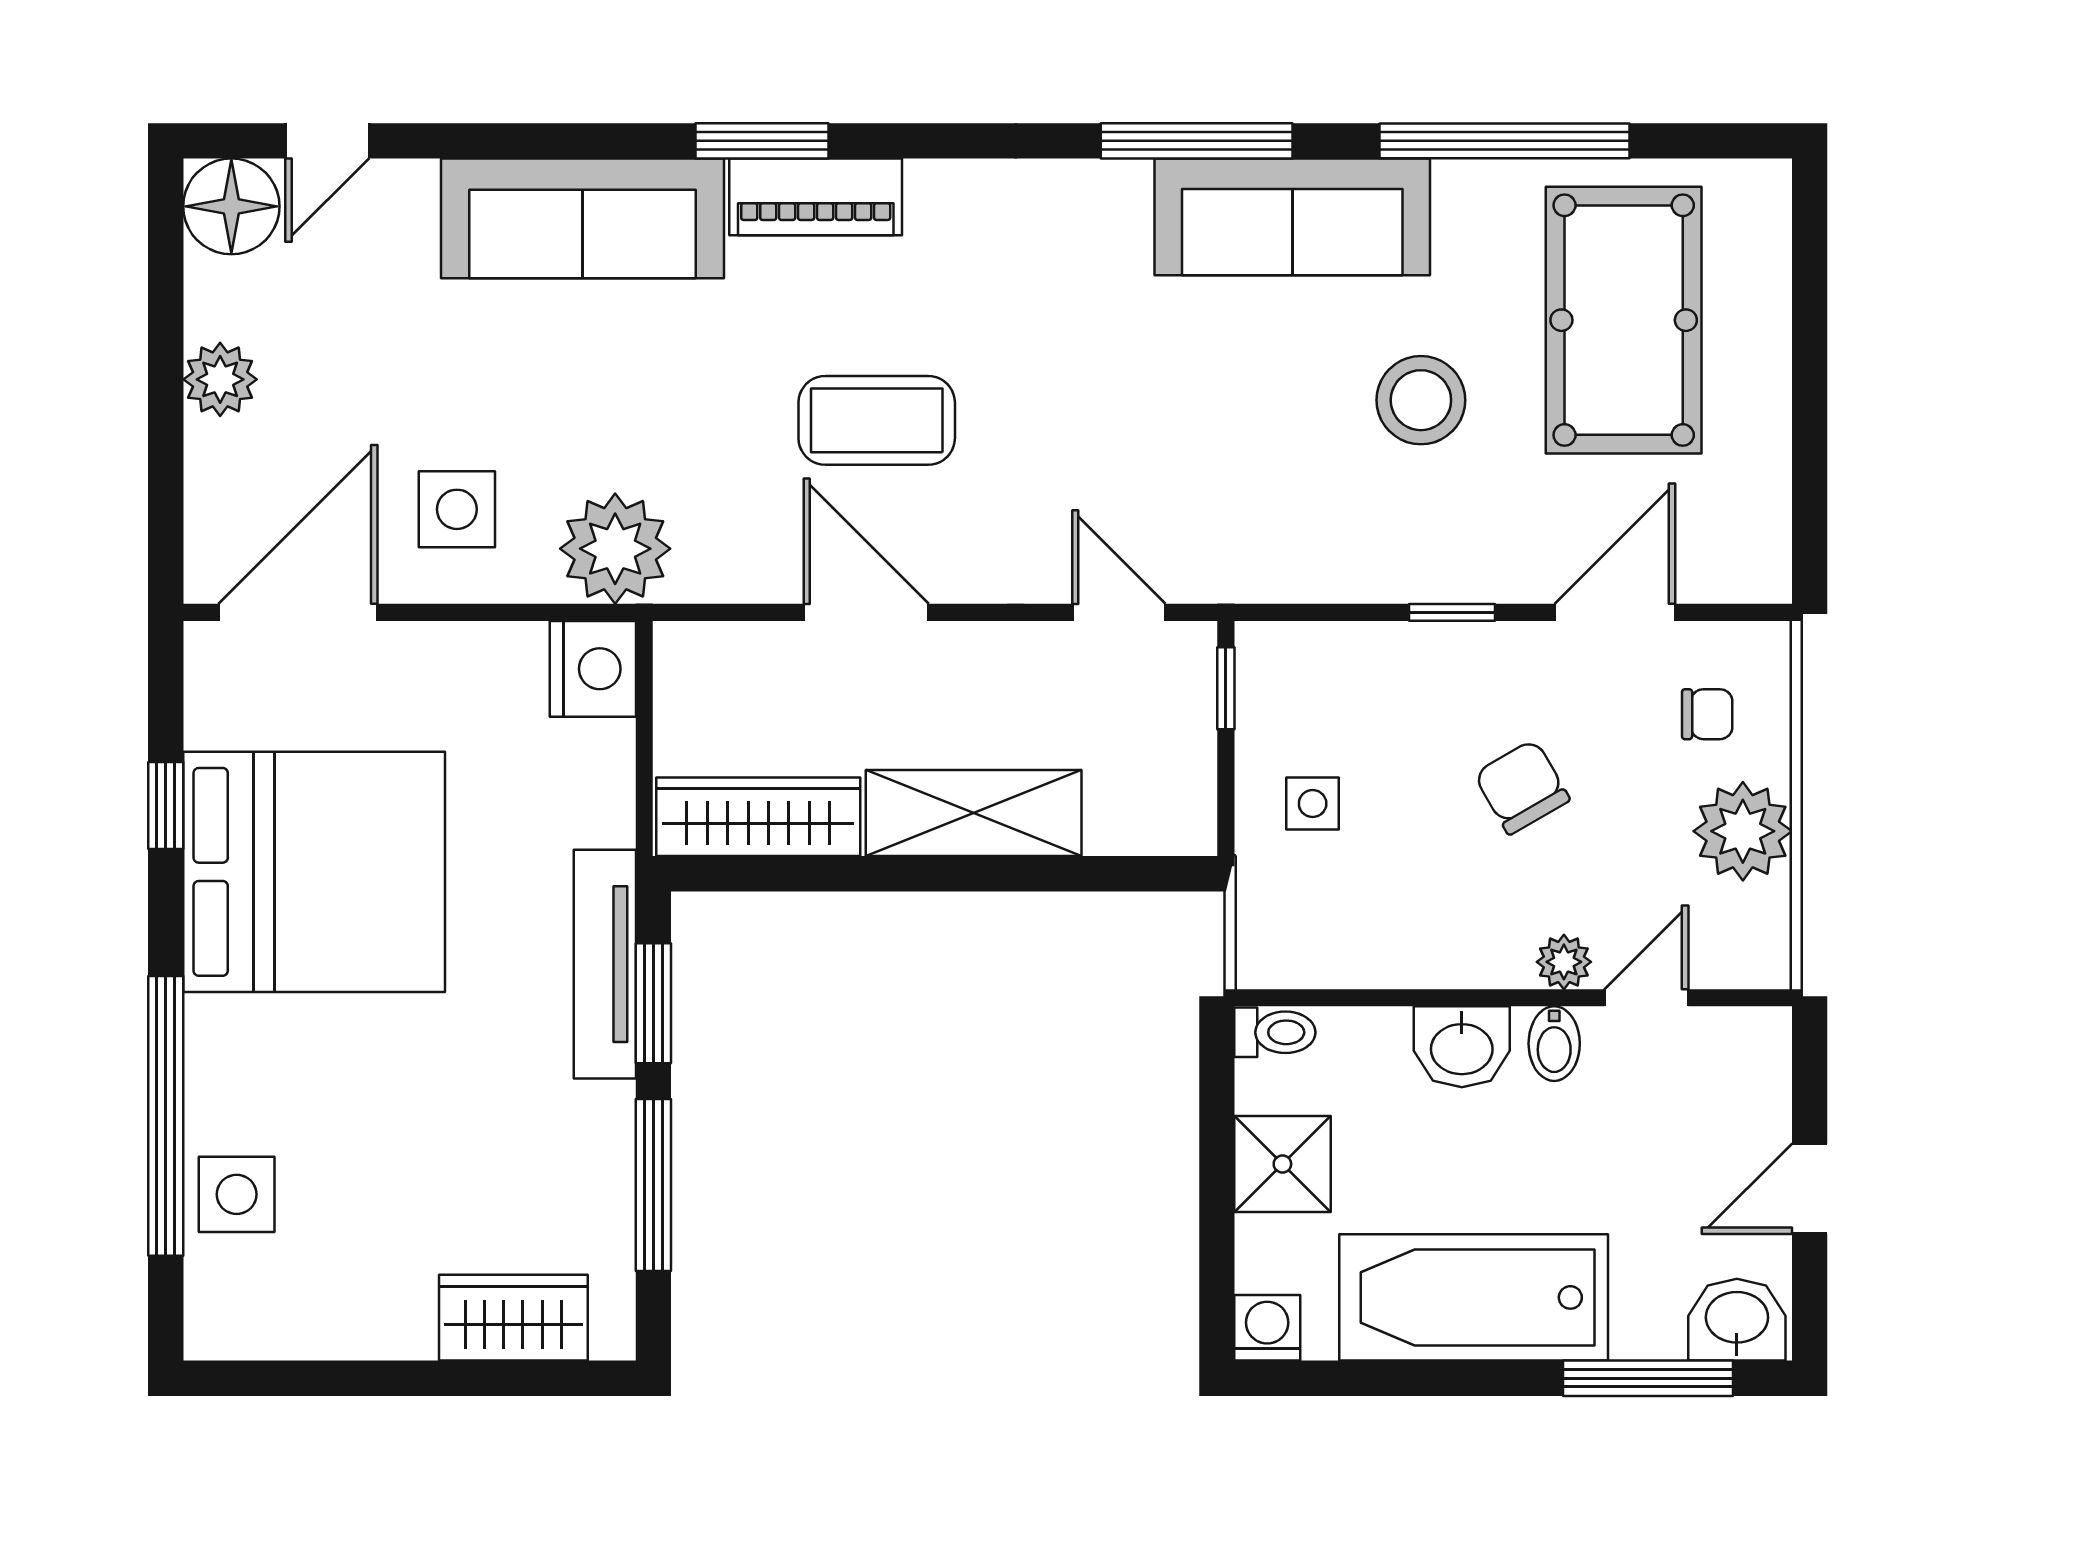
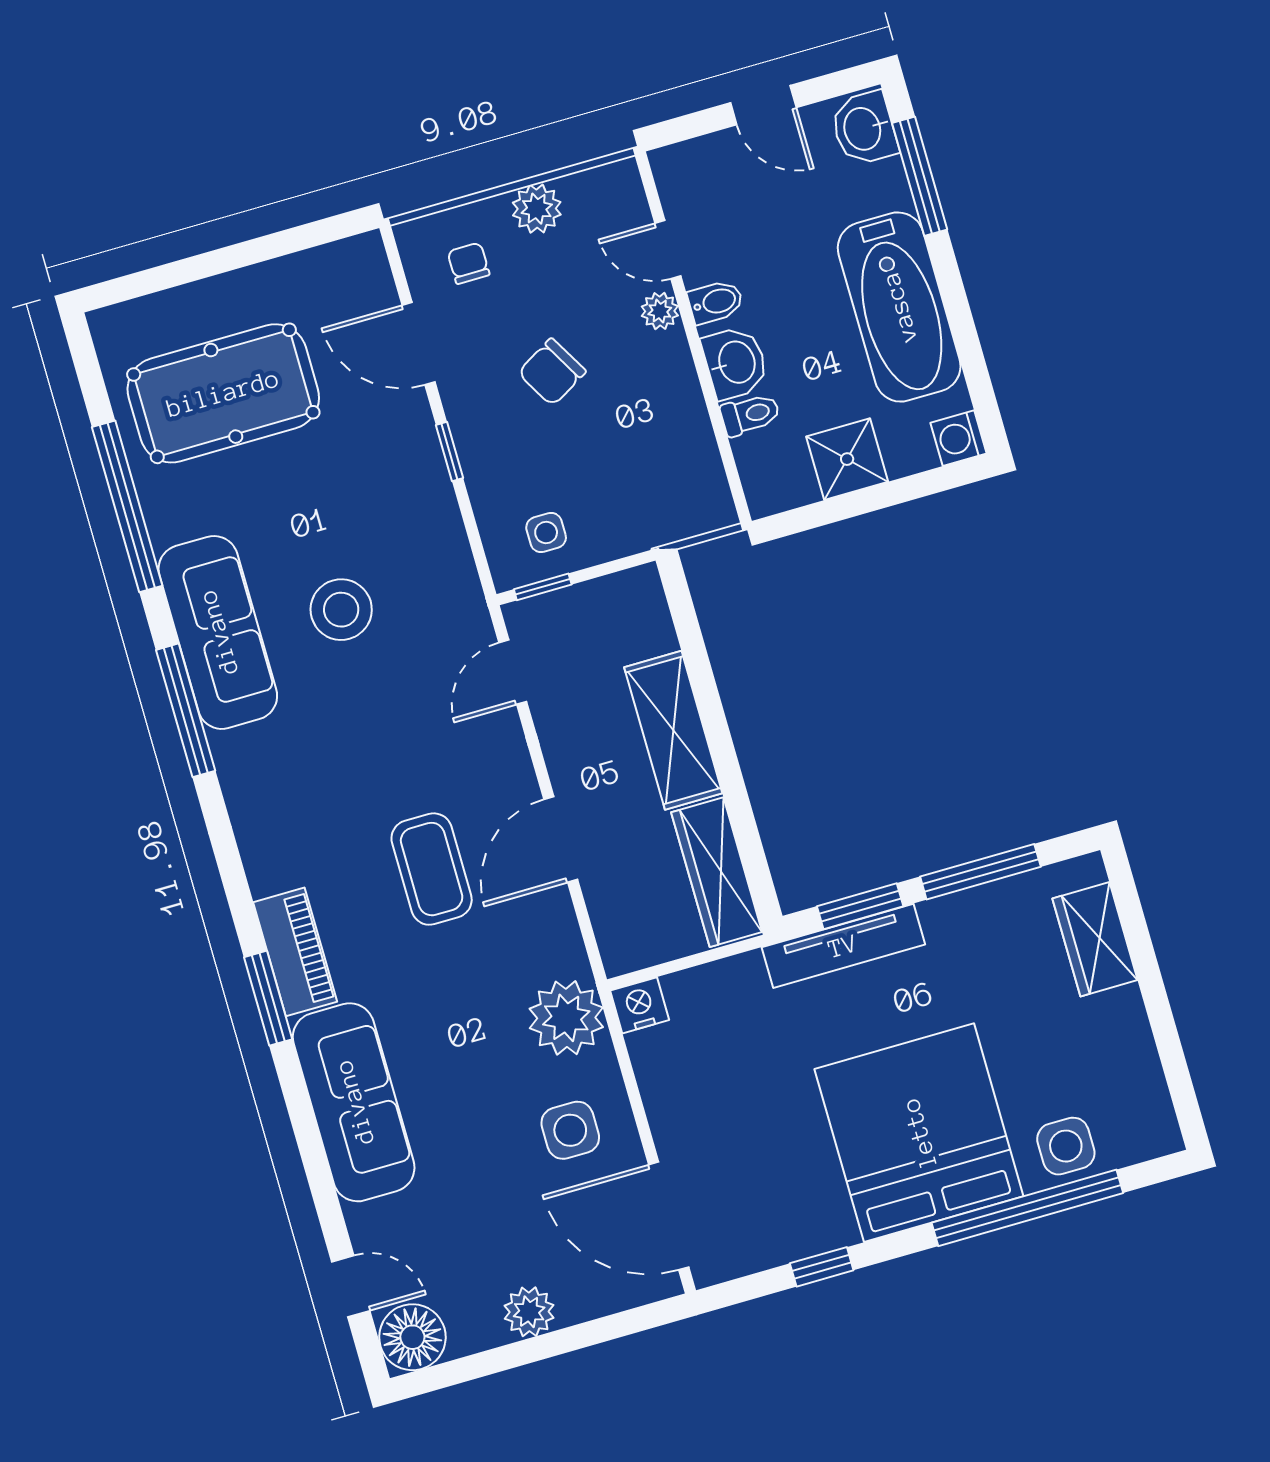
stool: (1421, 400) -> (341, 610), moved
nightstand: (593, 669) -> (640, 1005), width x0.74, depth x0.75
side table: (1313, 804) -> (546, 533), moved
plant: (1743, 831) -> (537, 209), width x0.73, depth x0.73
bed: (314, 872) -> (919, 1133), moved
toilet: (1275, 1032) -> (750, 414), moved, turned 90

